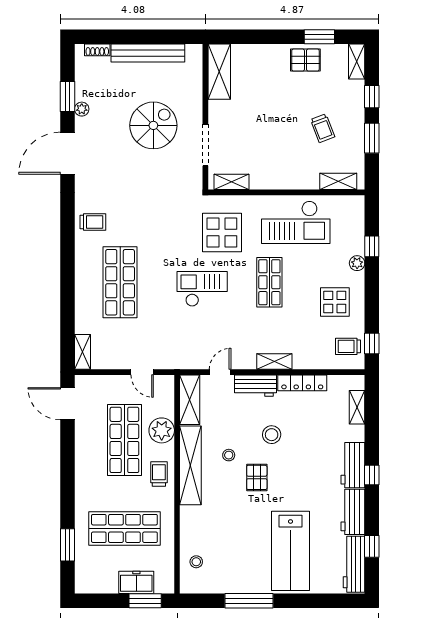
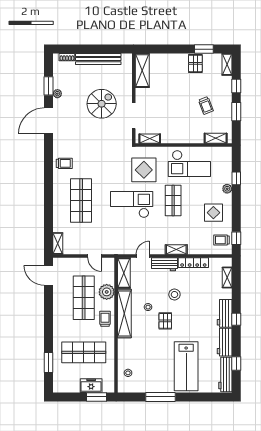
pallet: (305, 60) -> (195, 63), turned 90
checkout: (202, 289) -> (132, 205), width x1.36, depth x1.21

